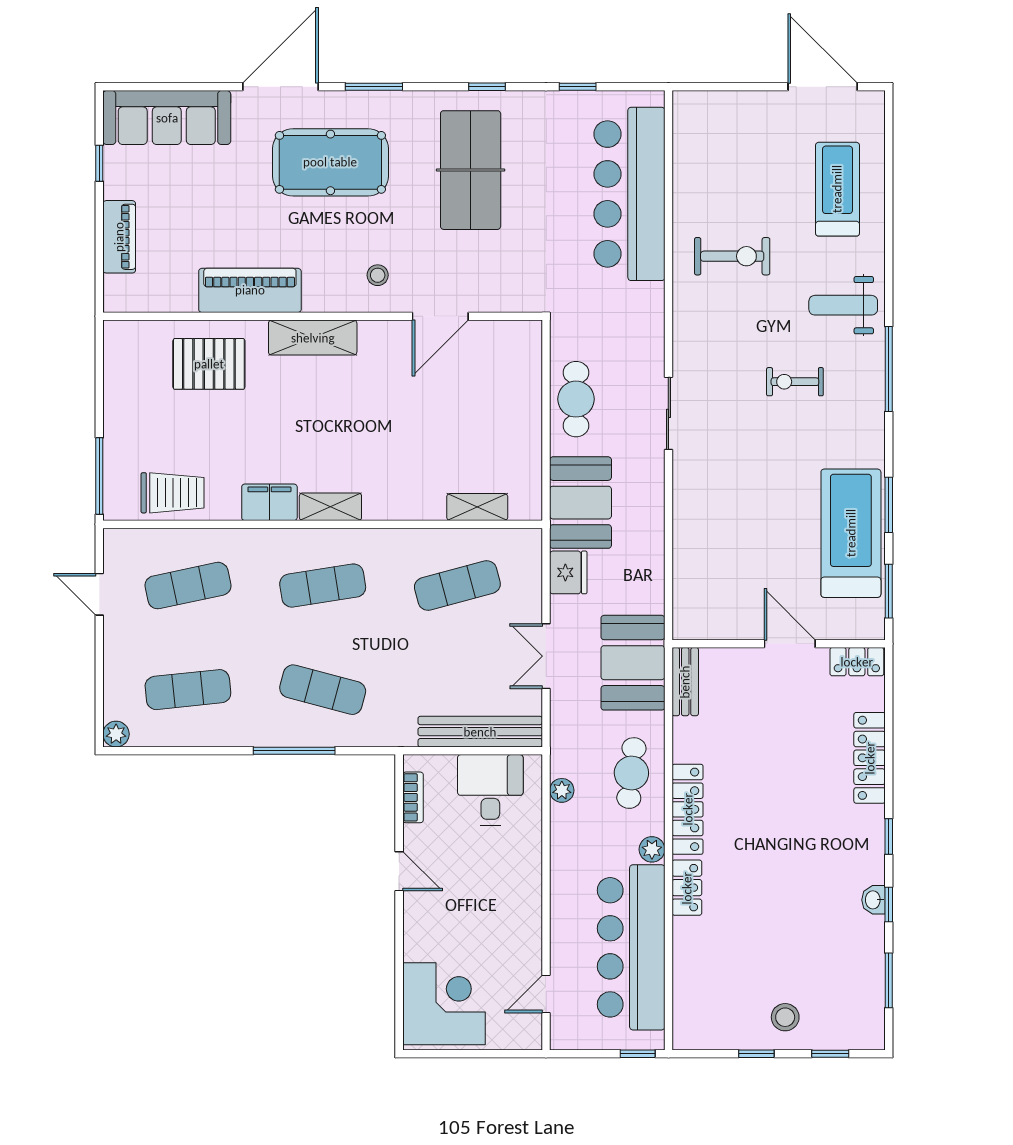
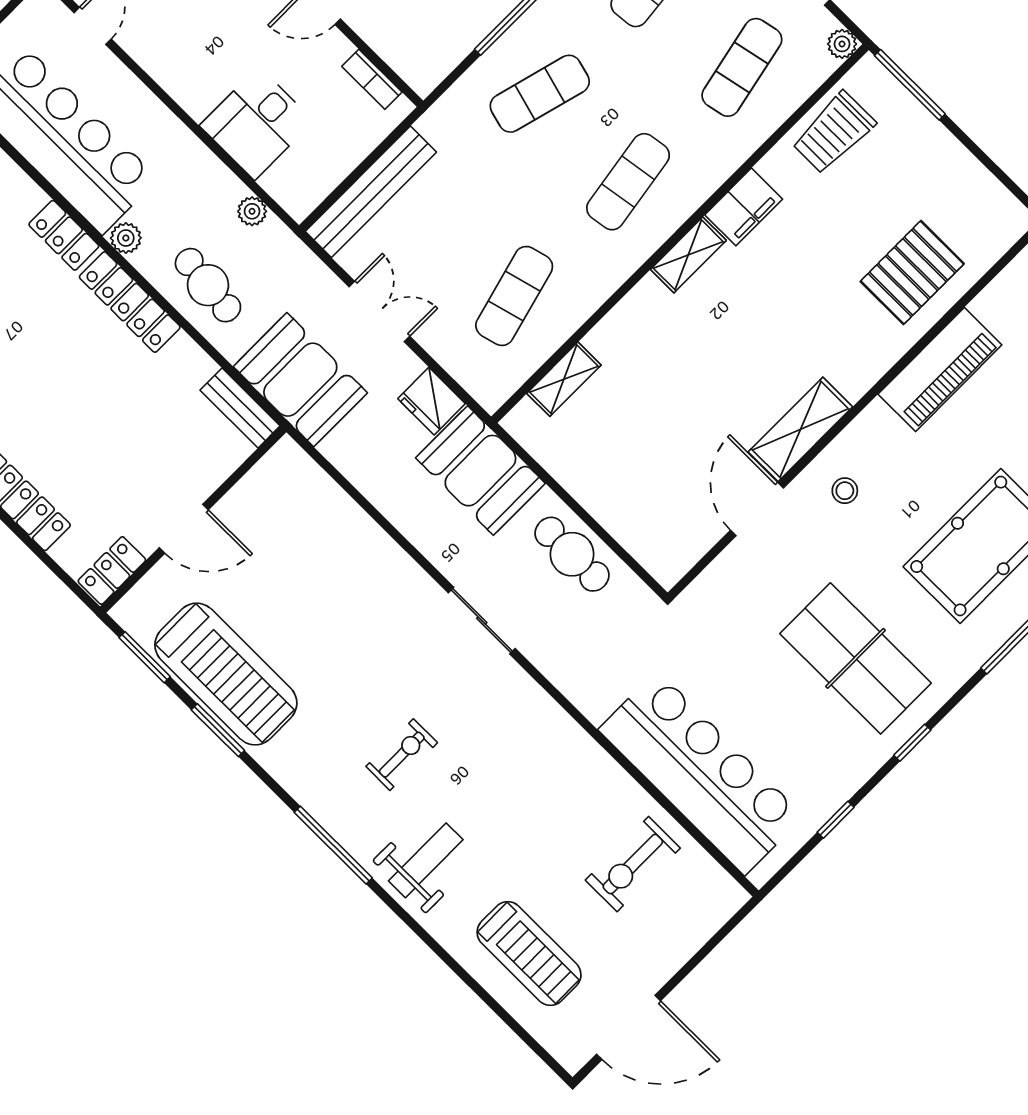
exercise bike: (732, 256) -> (633, 864), moved
shelving: (313, 338) -> (800, 429), moved
plant: (115, 540) -> (842, 44), added
desk: (490, 790) -> (257, 123), moved, turned 90

